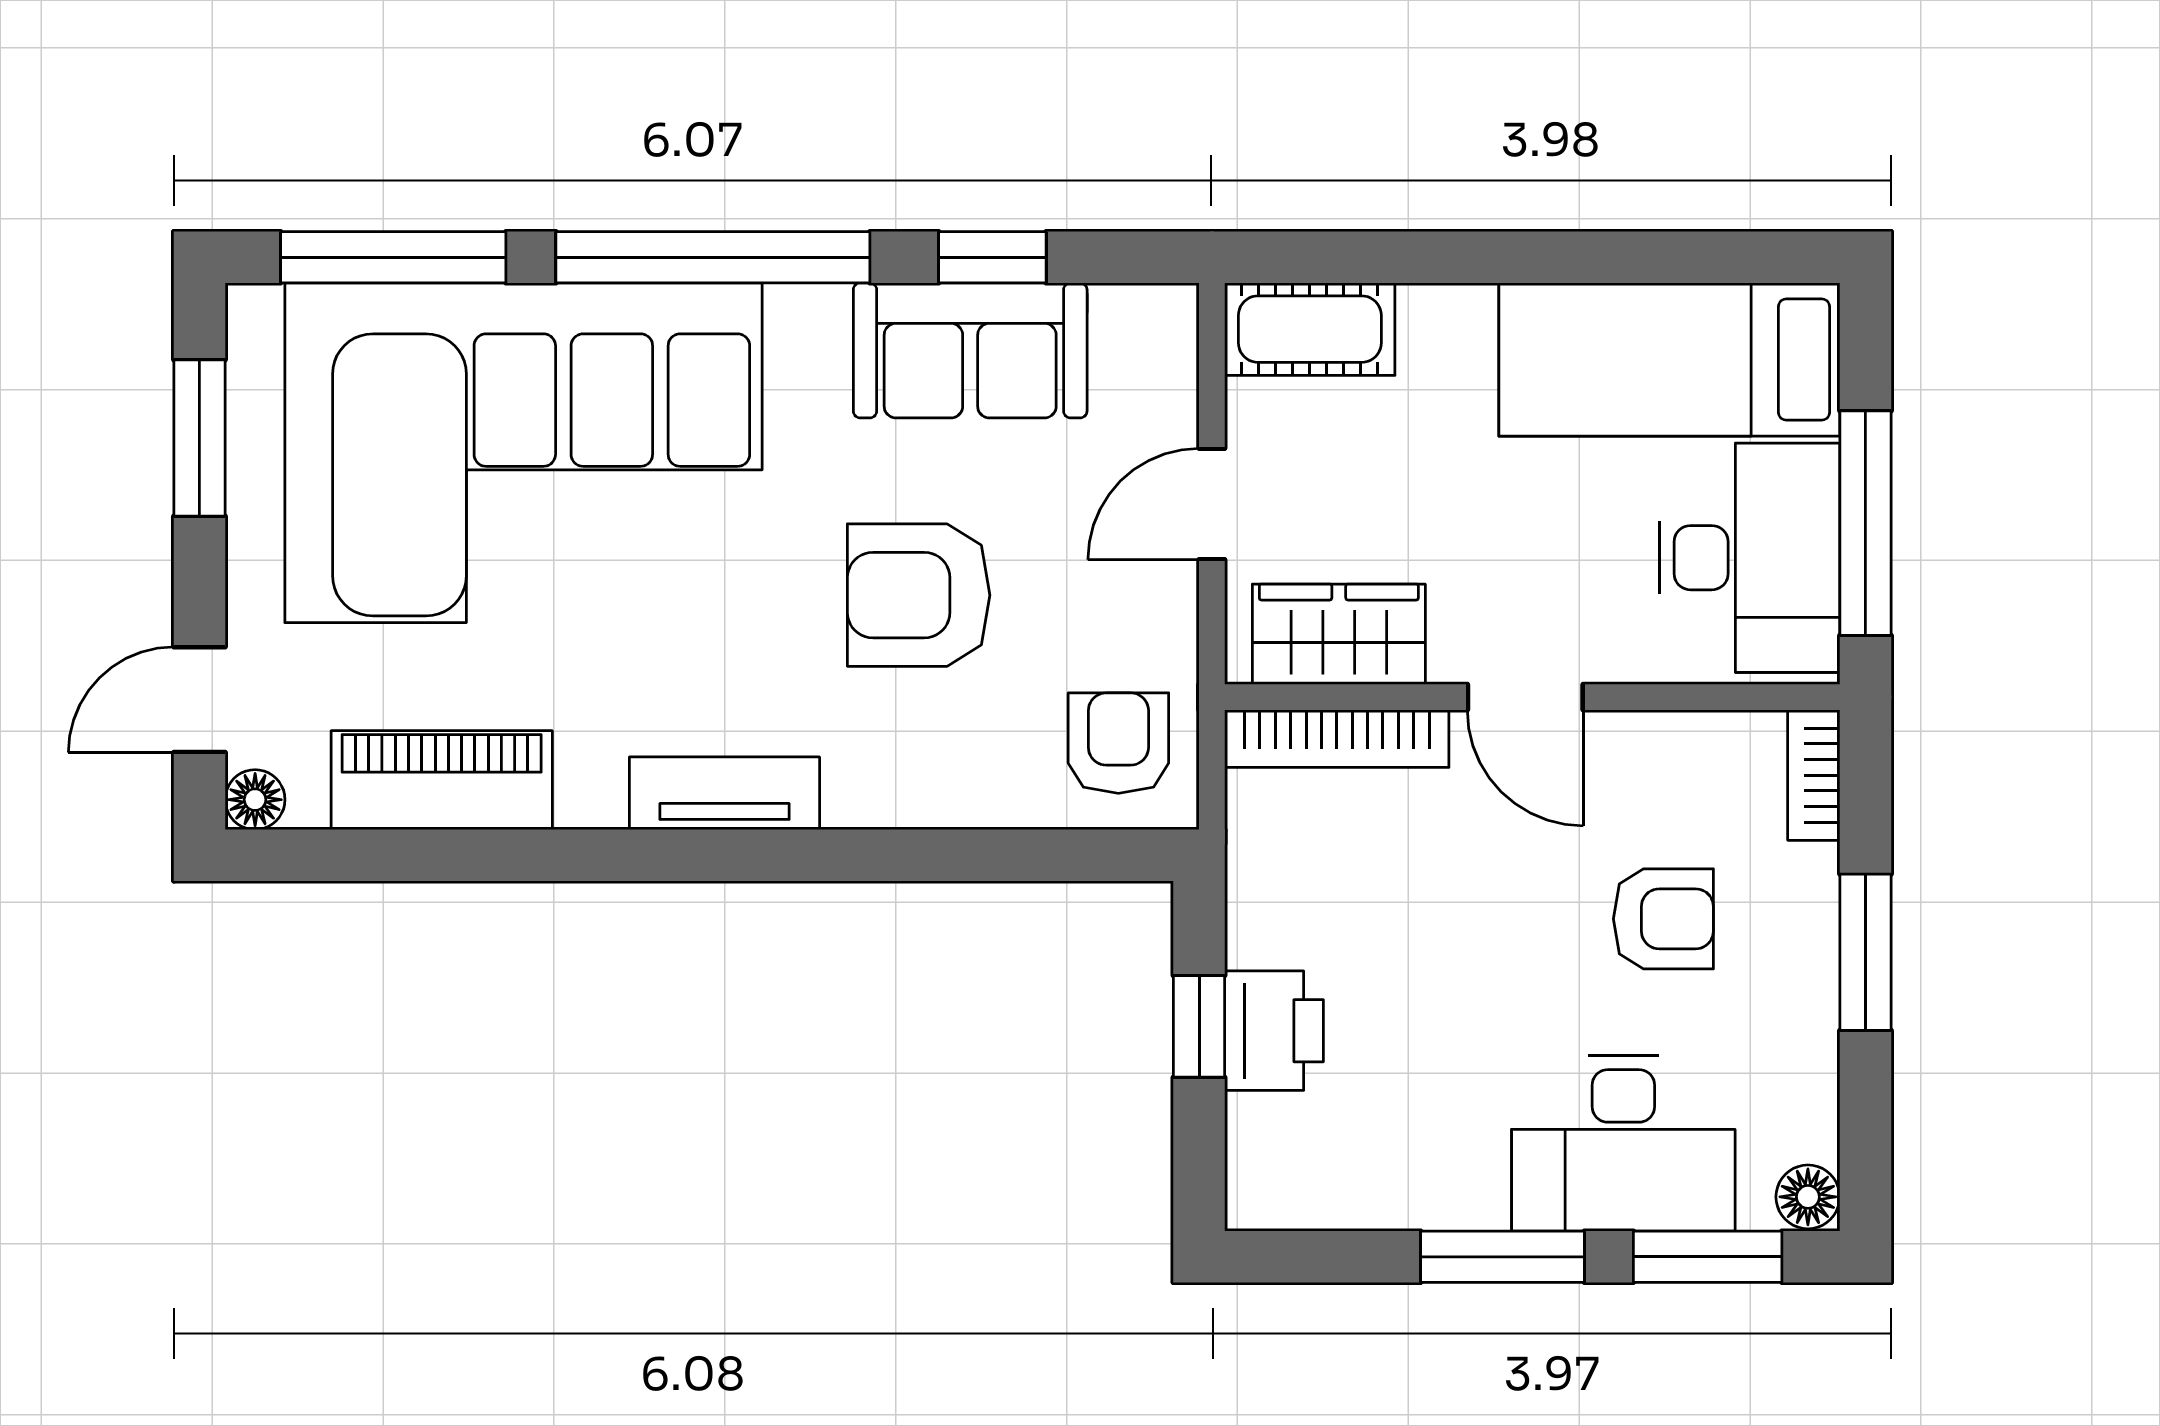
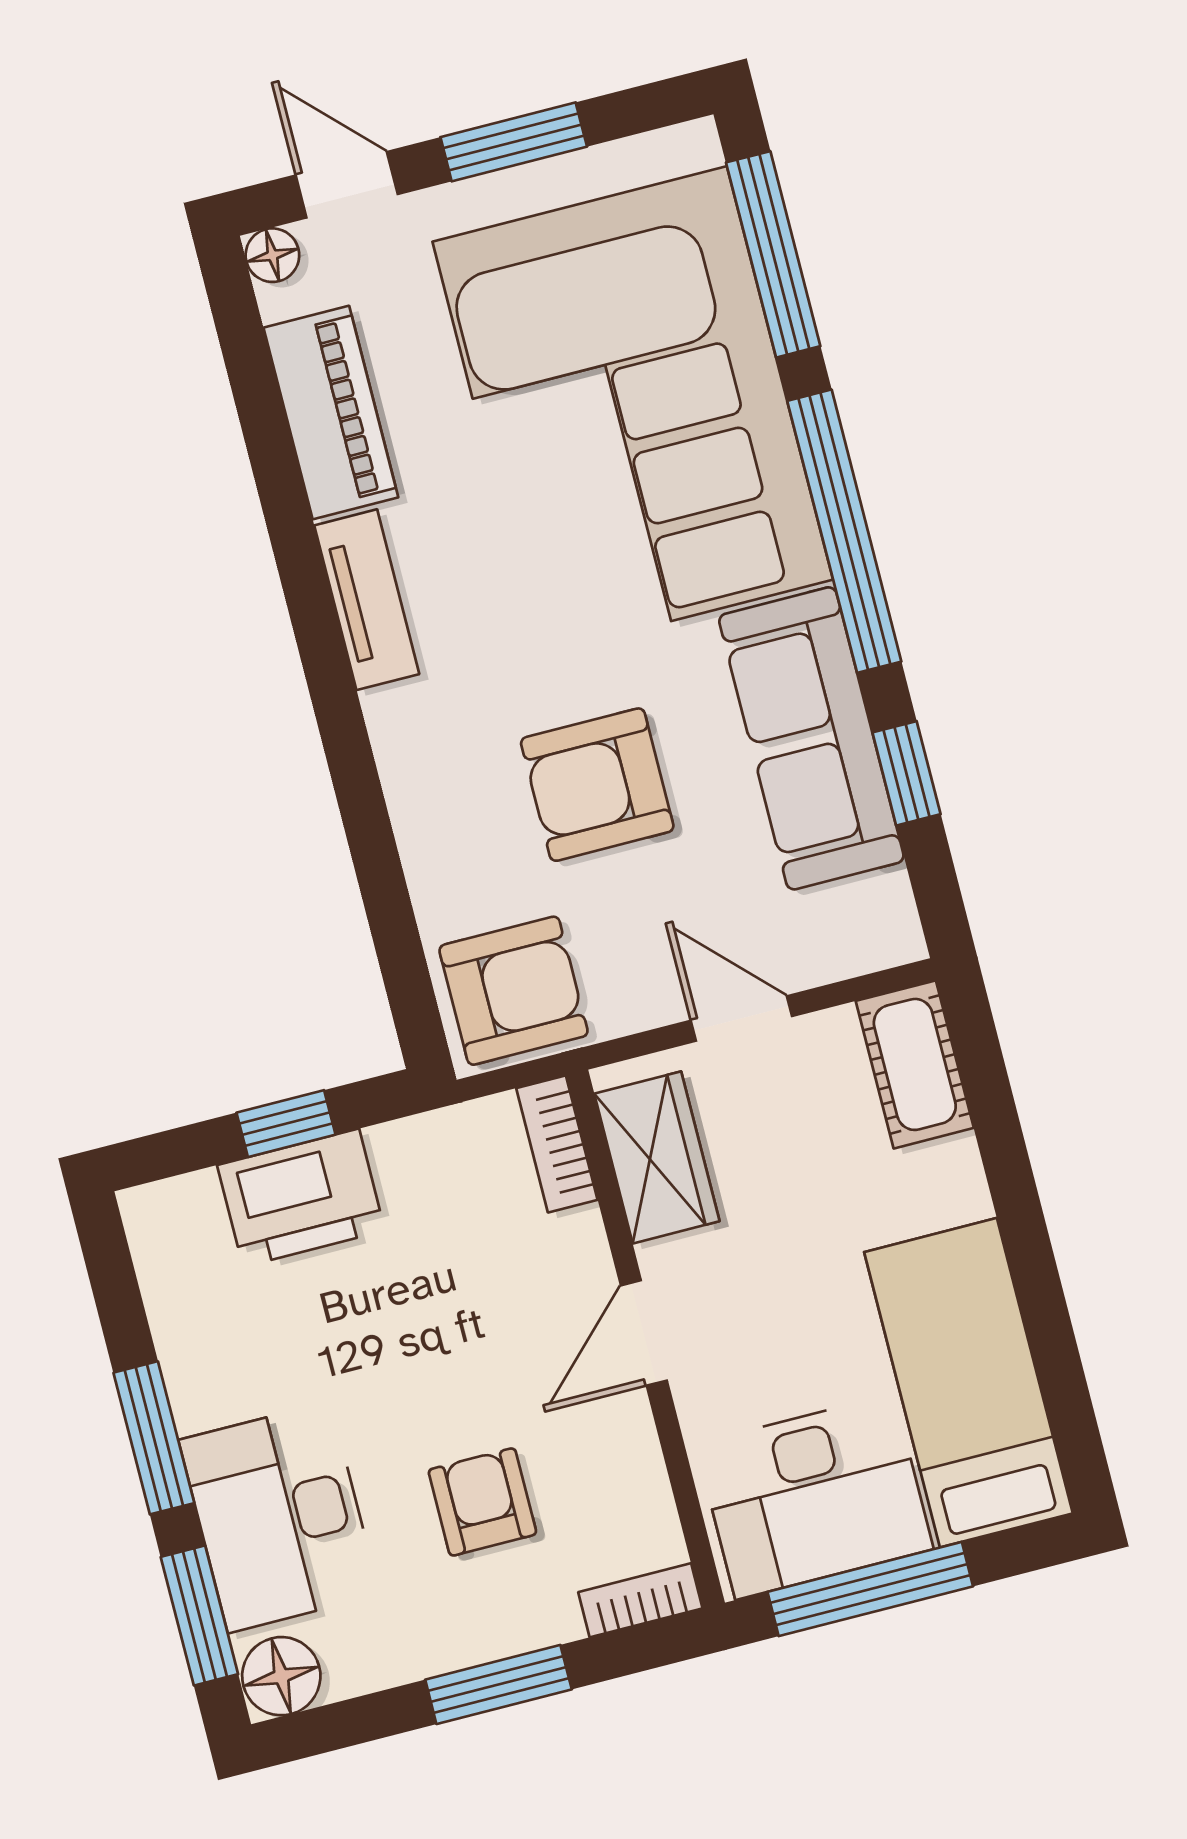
sofa: (970, 350) -> (811, 738), width x1.36
window: (199, 438) -> (514, 142), moved
armchair: (919, 595) -> (597, 785), turned -90
bookcase: (1337, 739) -> (557, 1144), width x0.64
armchair: (1118, 743) -> (514, 991), width x1.38, depth x1.38
tv unit: (724, 793) -> (367, 600), moved
armchair: (1663, 919) -> (482, 1502), turned 180
printer: (1274, 1031) -> (301, 1198), width x1.37, depth x1.19
floor lamp: (1808, 1197) -> (281, 1676), width x1.37, depth x1.37

